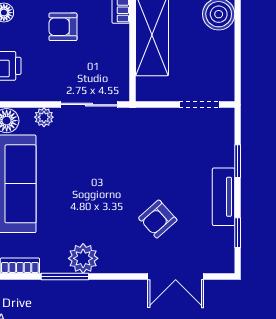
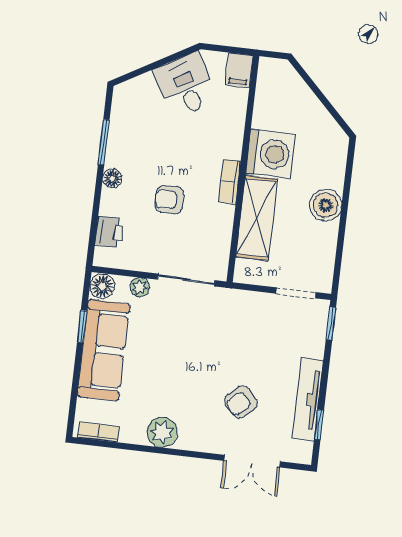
window: (238, 161) -> (331, 324), moved
tv unit: (224, 197) -> (308, 399), width x1.41
window: (65, 277) -> (142, 448), removed

